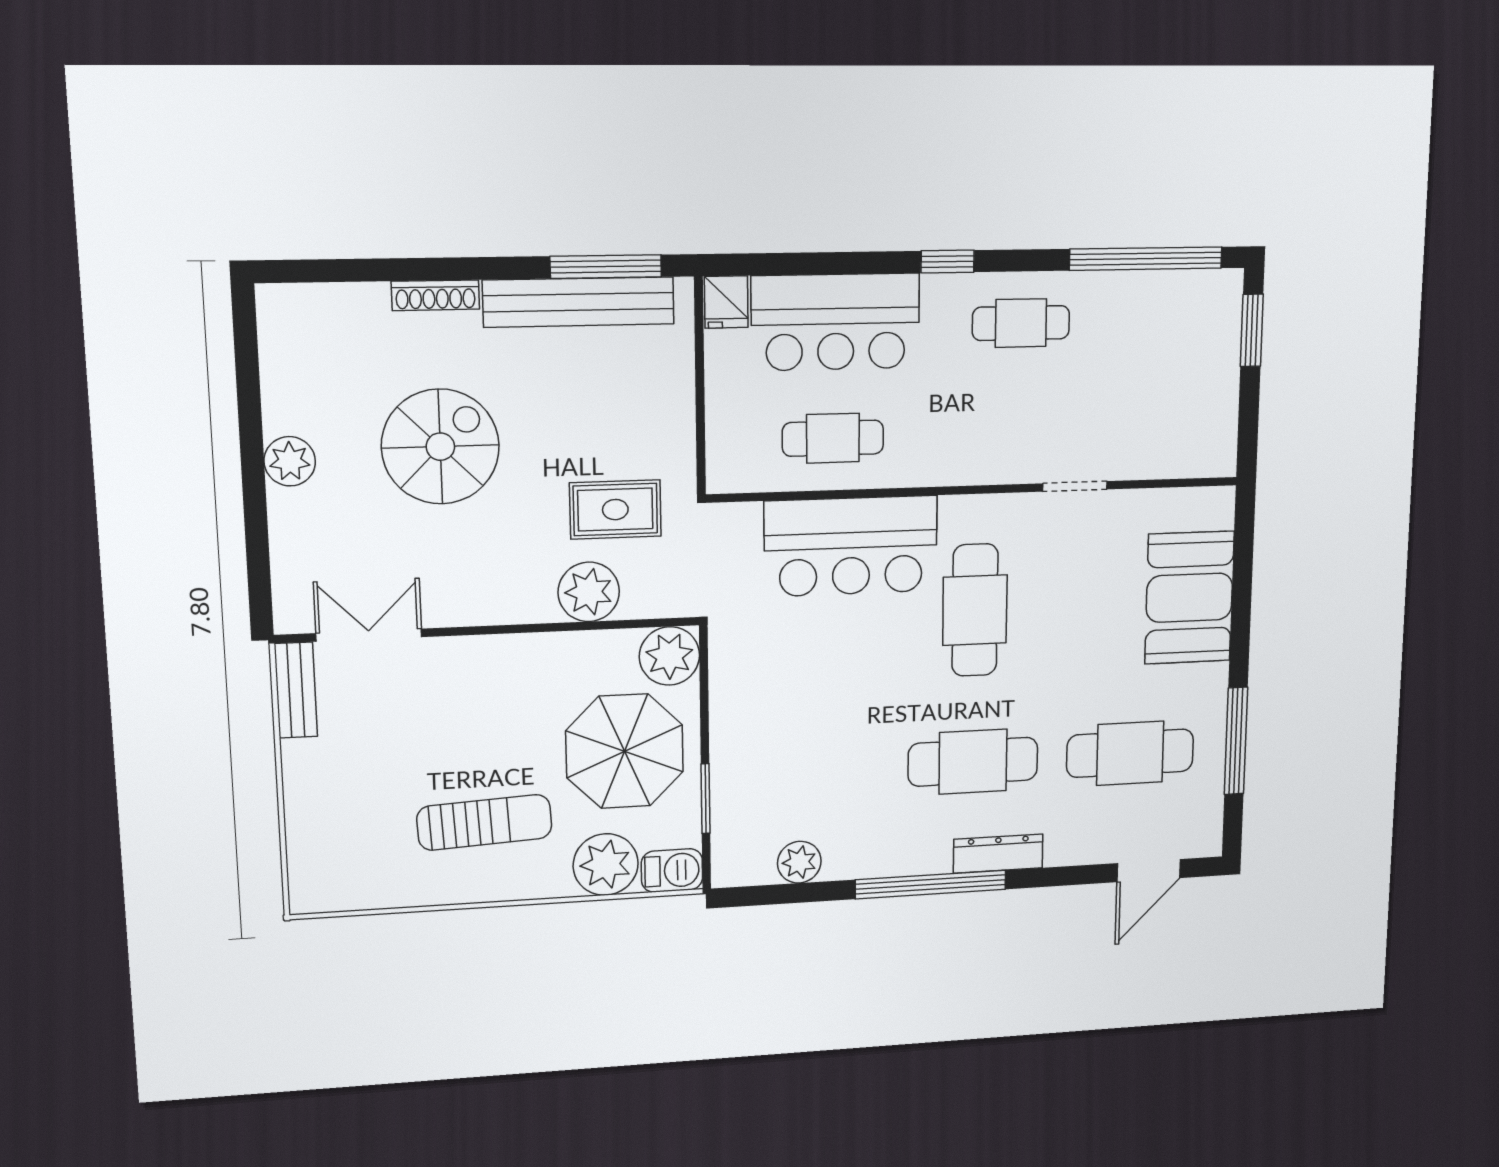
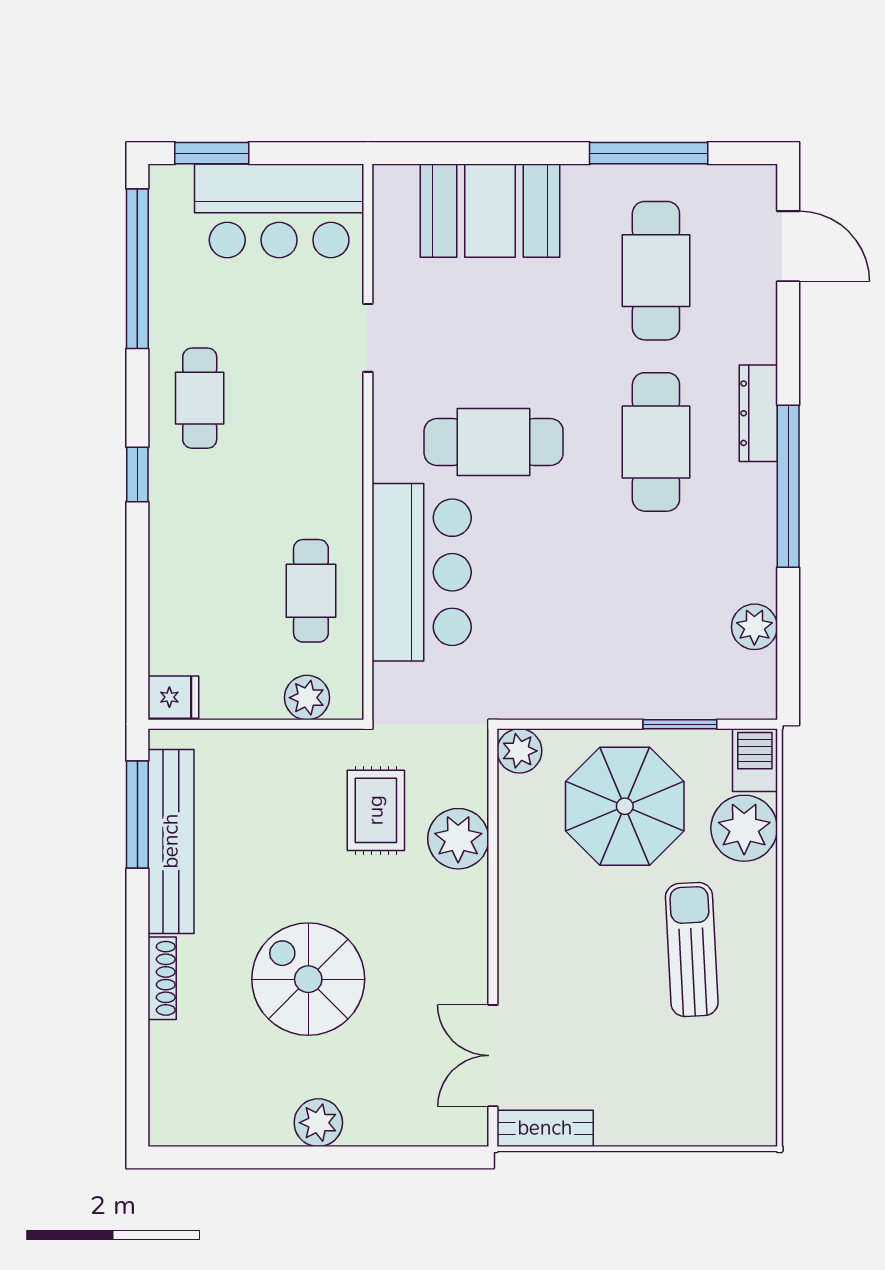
bar counter: (836, 322) -> (279, 211), moved, turned 90
plant: (727, 437) -> (307, 698), added
plant: (669, 656) -> (519, 751), width x0.73, depth x0.73

